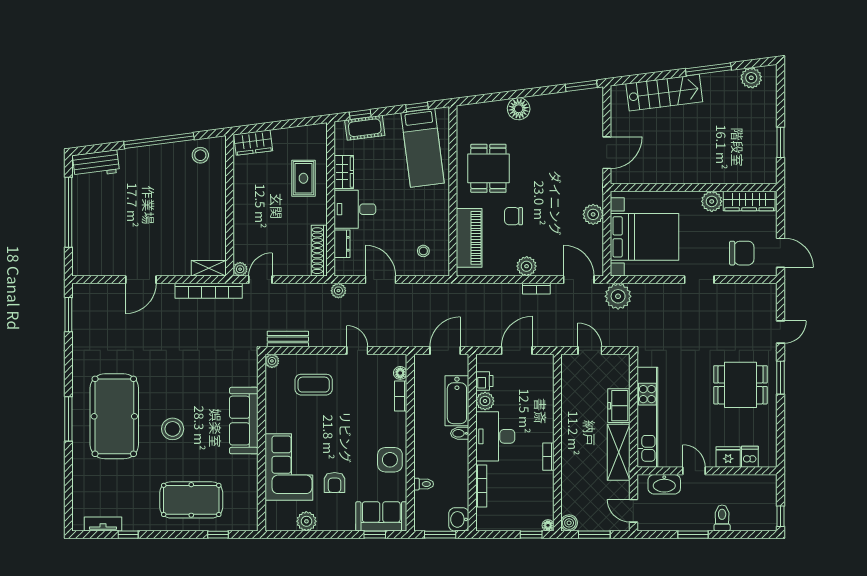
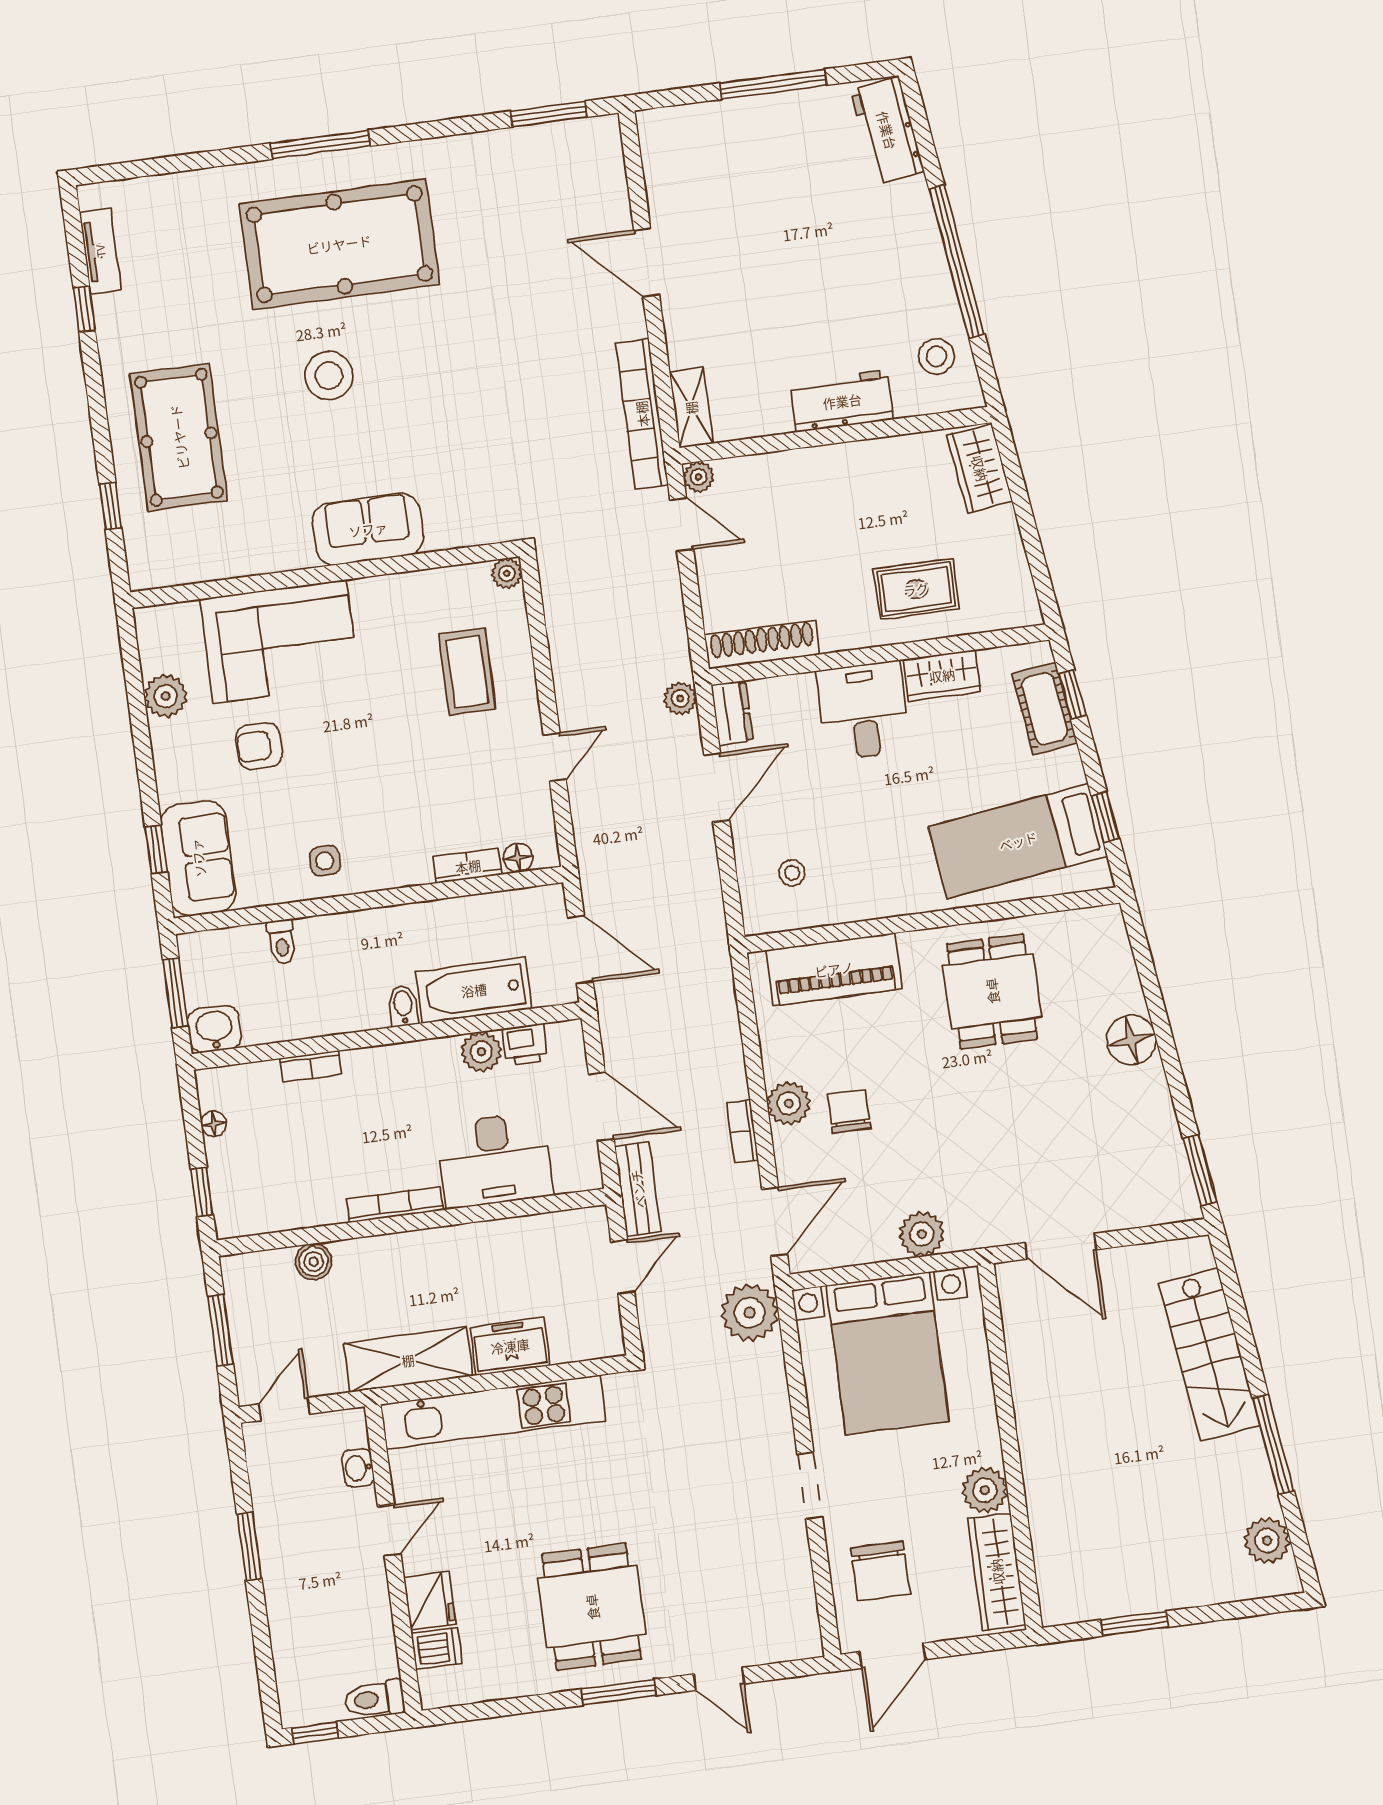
dining table: (488, 168) -> (992, 991), turned 90
workbench: (215, 200) -> (842, 401), added
window: (68, 212) -> (773, 84), width x0.68
chair: (514, 216) -> (849, 1111), moved
dresser: (342, 244) -> (732, 713), moved, turned -90
bench: (288, 339) -> (638, 1189), moved
sofa: (244, 421) -> (368, 529), width x0.73
desk: (495, 436) -> (495, 1160), moved, turned 180
bookcase: (548, 457) -> (395, 1204), width x1.56
side table: (390, 460) -> (325, 861), width x0.54, depth x0.54
washbasin: (664, 484) -> (358, 1468), width x0.52, depth x0.69
bookcase: (481, 486) -> (311, 1066), width x0.64
toilet: (722, 518) -> (375, 1699), moved, turned 180
boiler: (569, 523) -> (314, 1262), moved
floor lamp: (548, 525) -> (214, 1124), moved

